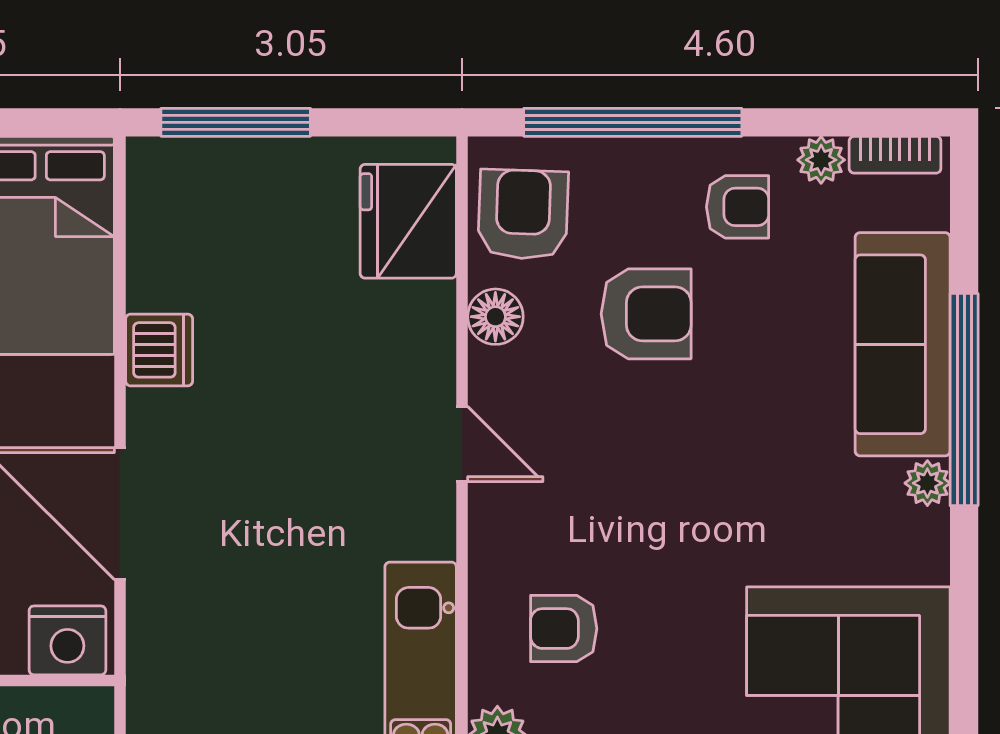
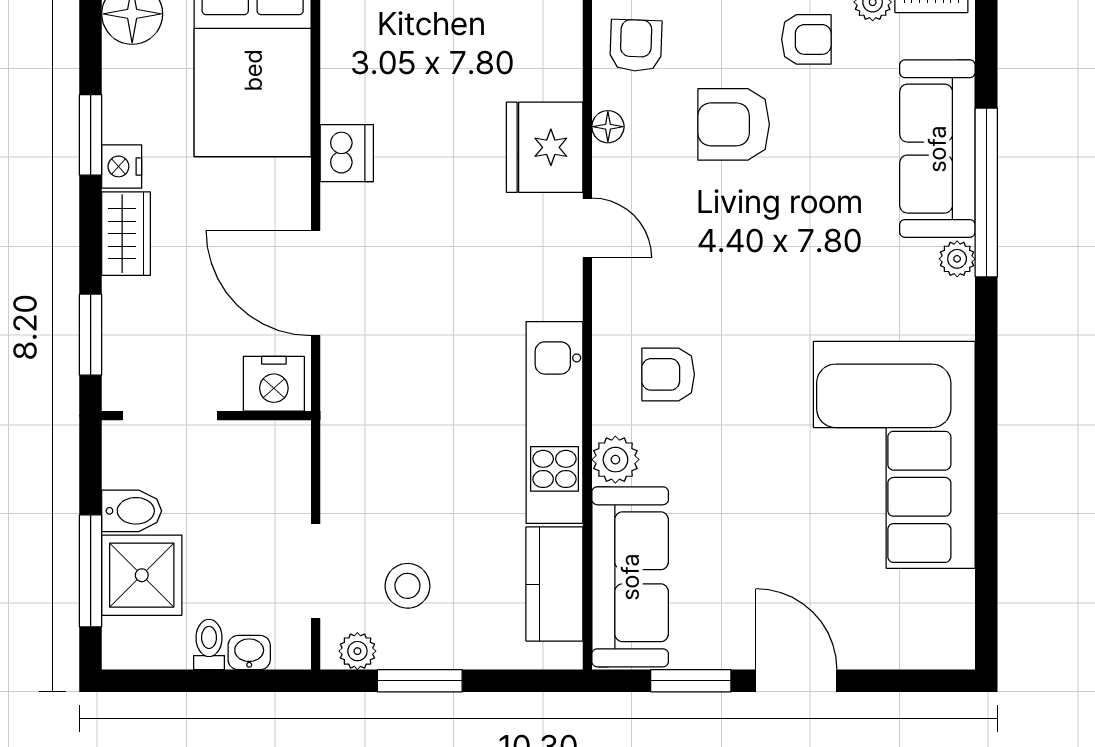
armchair: (523, 214) -> (636, 45), width x0.72, depth x0.72
fridge: (408, 221) -> (545, 147), moved
armchair: (646, 314) -> (734, 124), turned 180
floor lamp: (495, 317) -> (608, 127), width x0.73, depth x0.73

